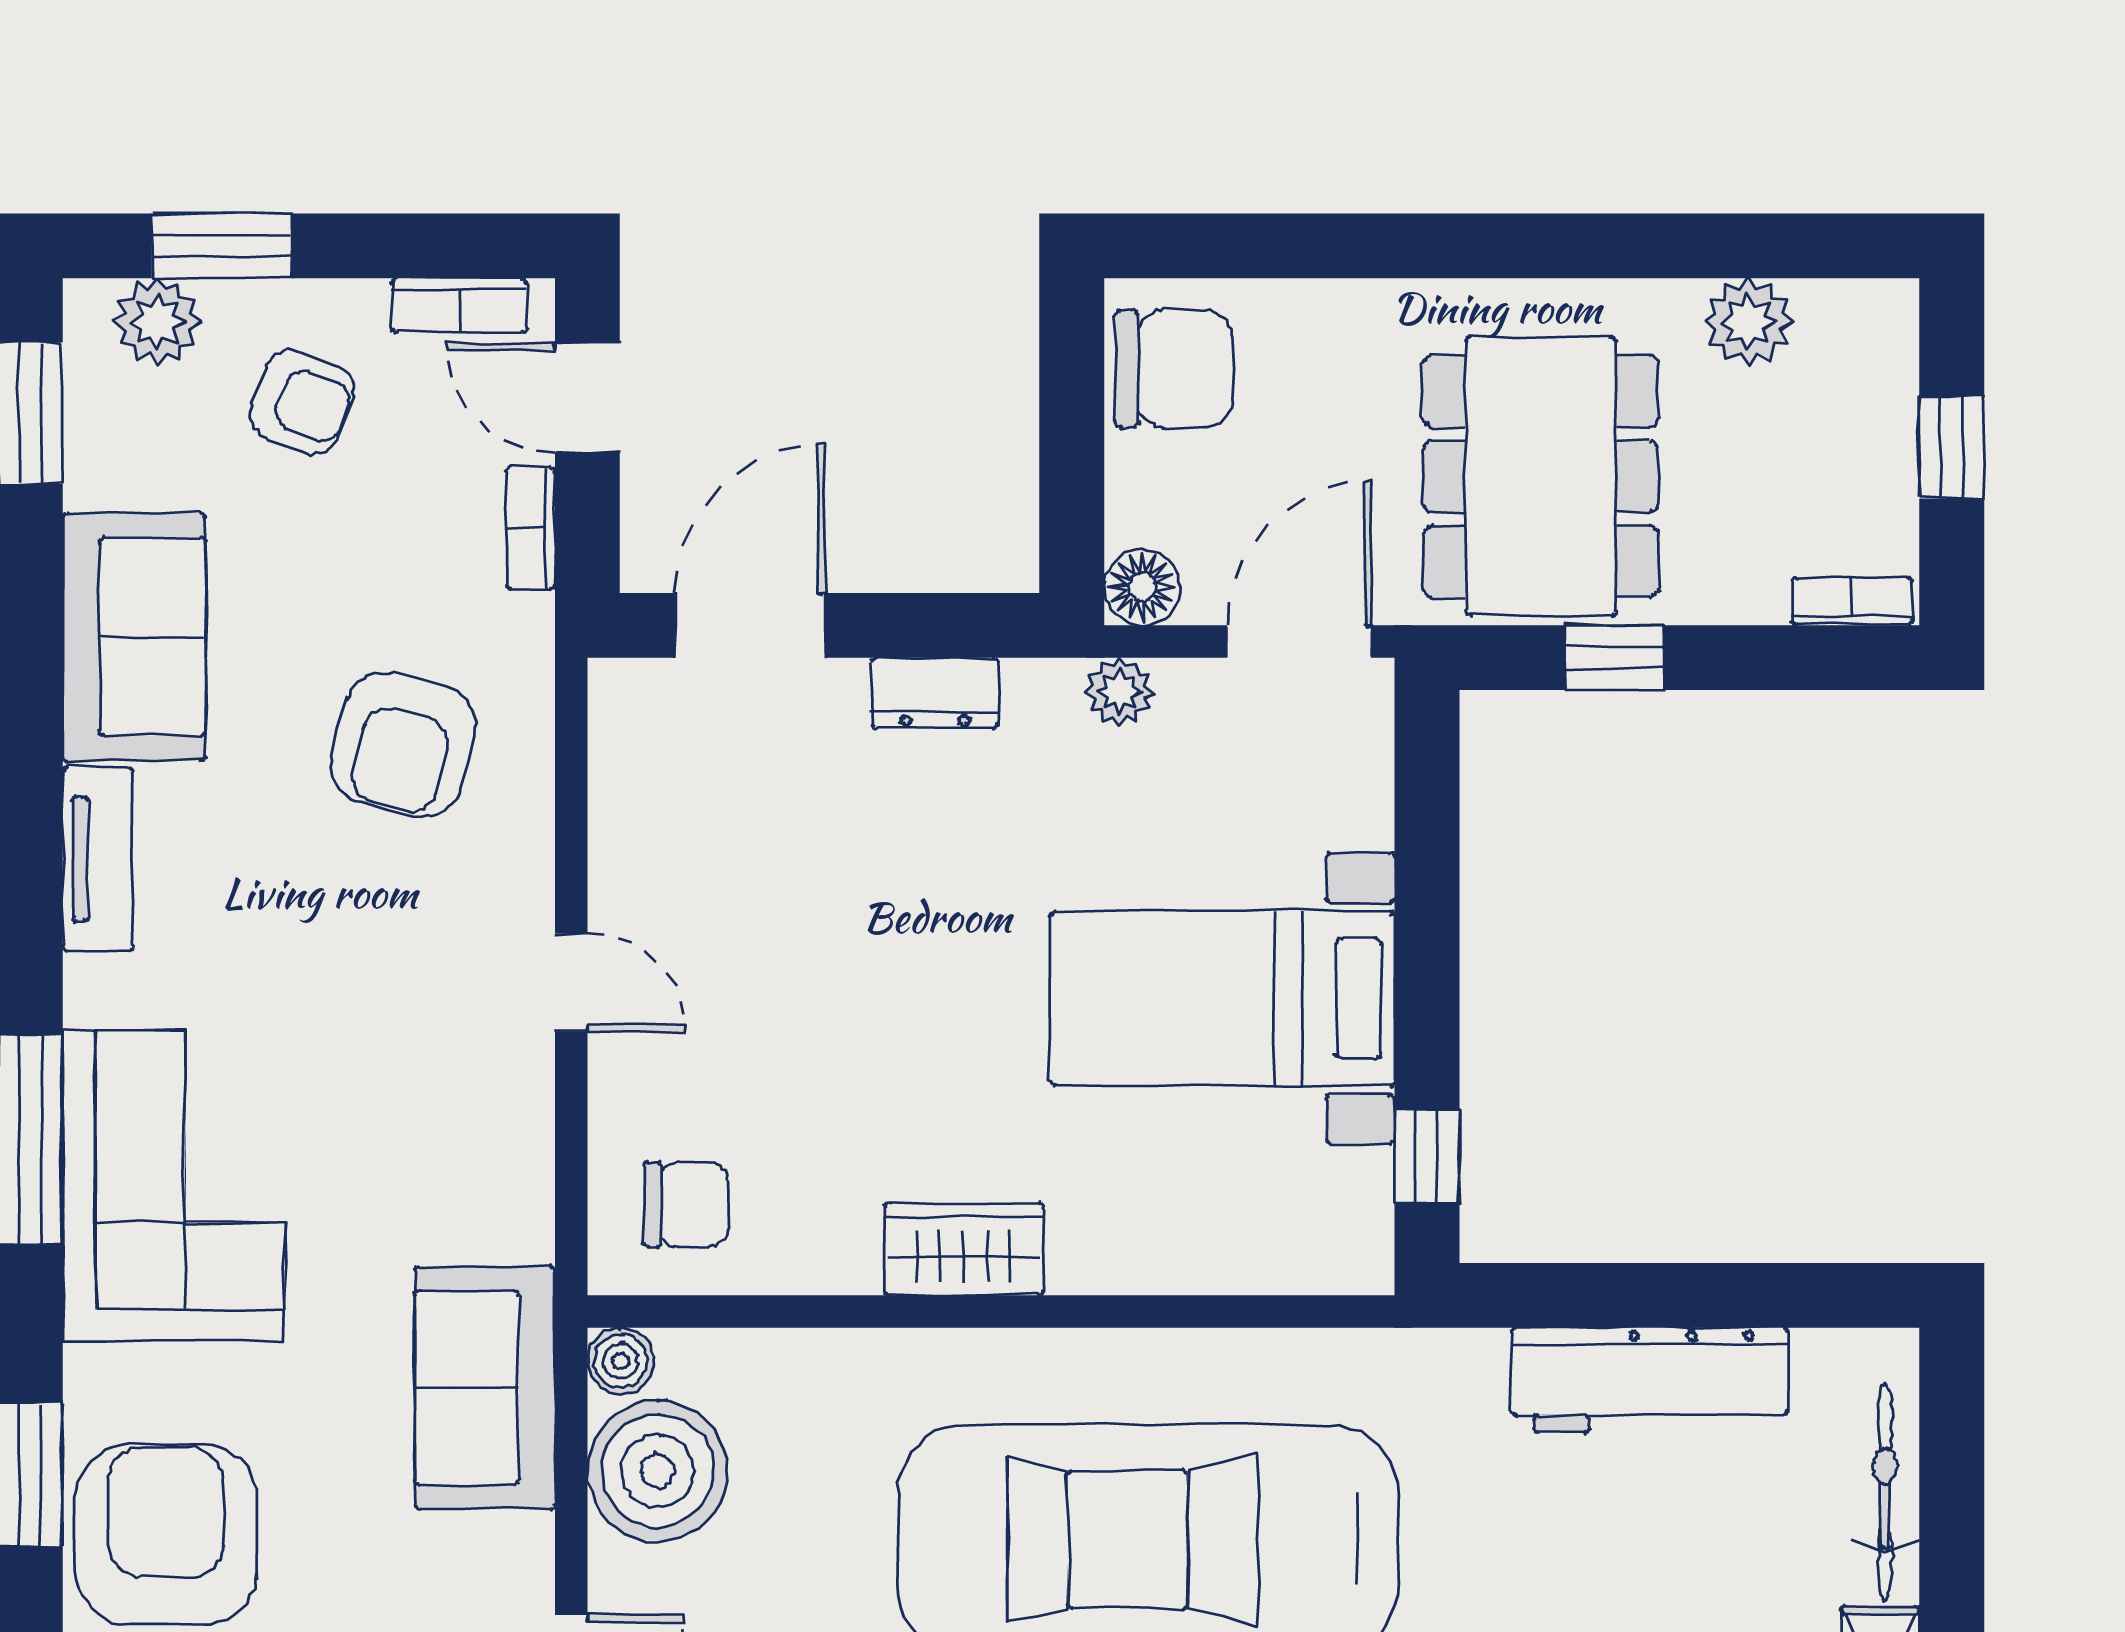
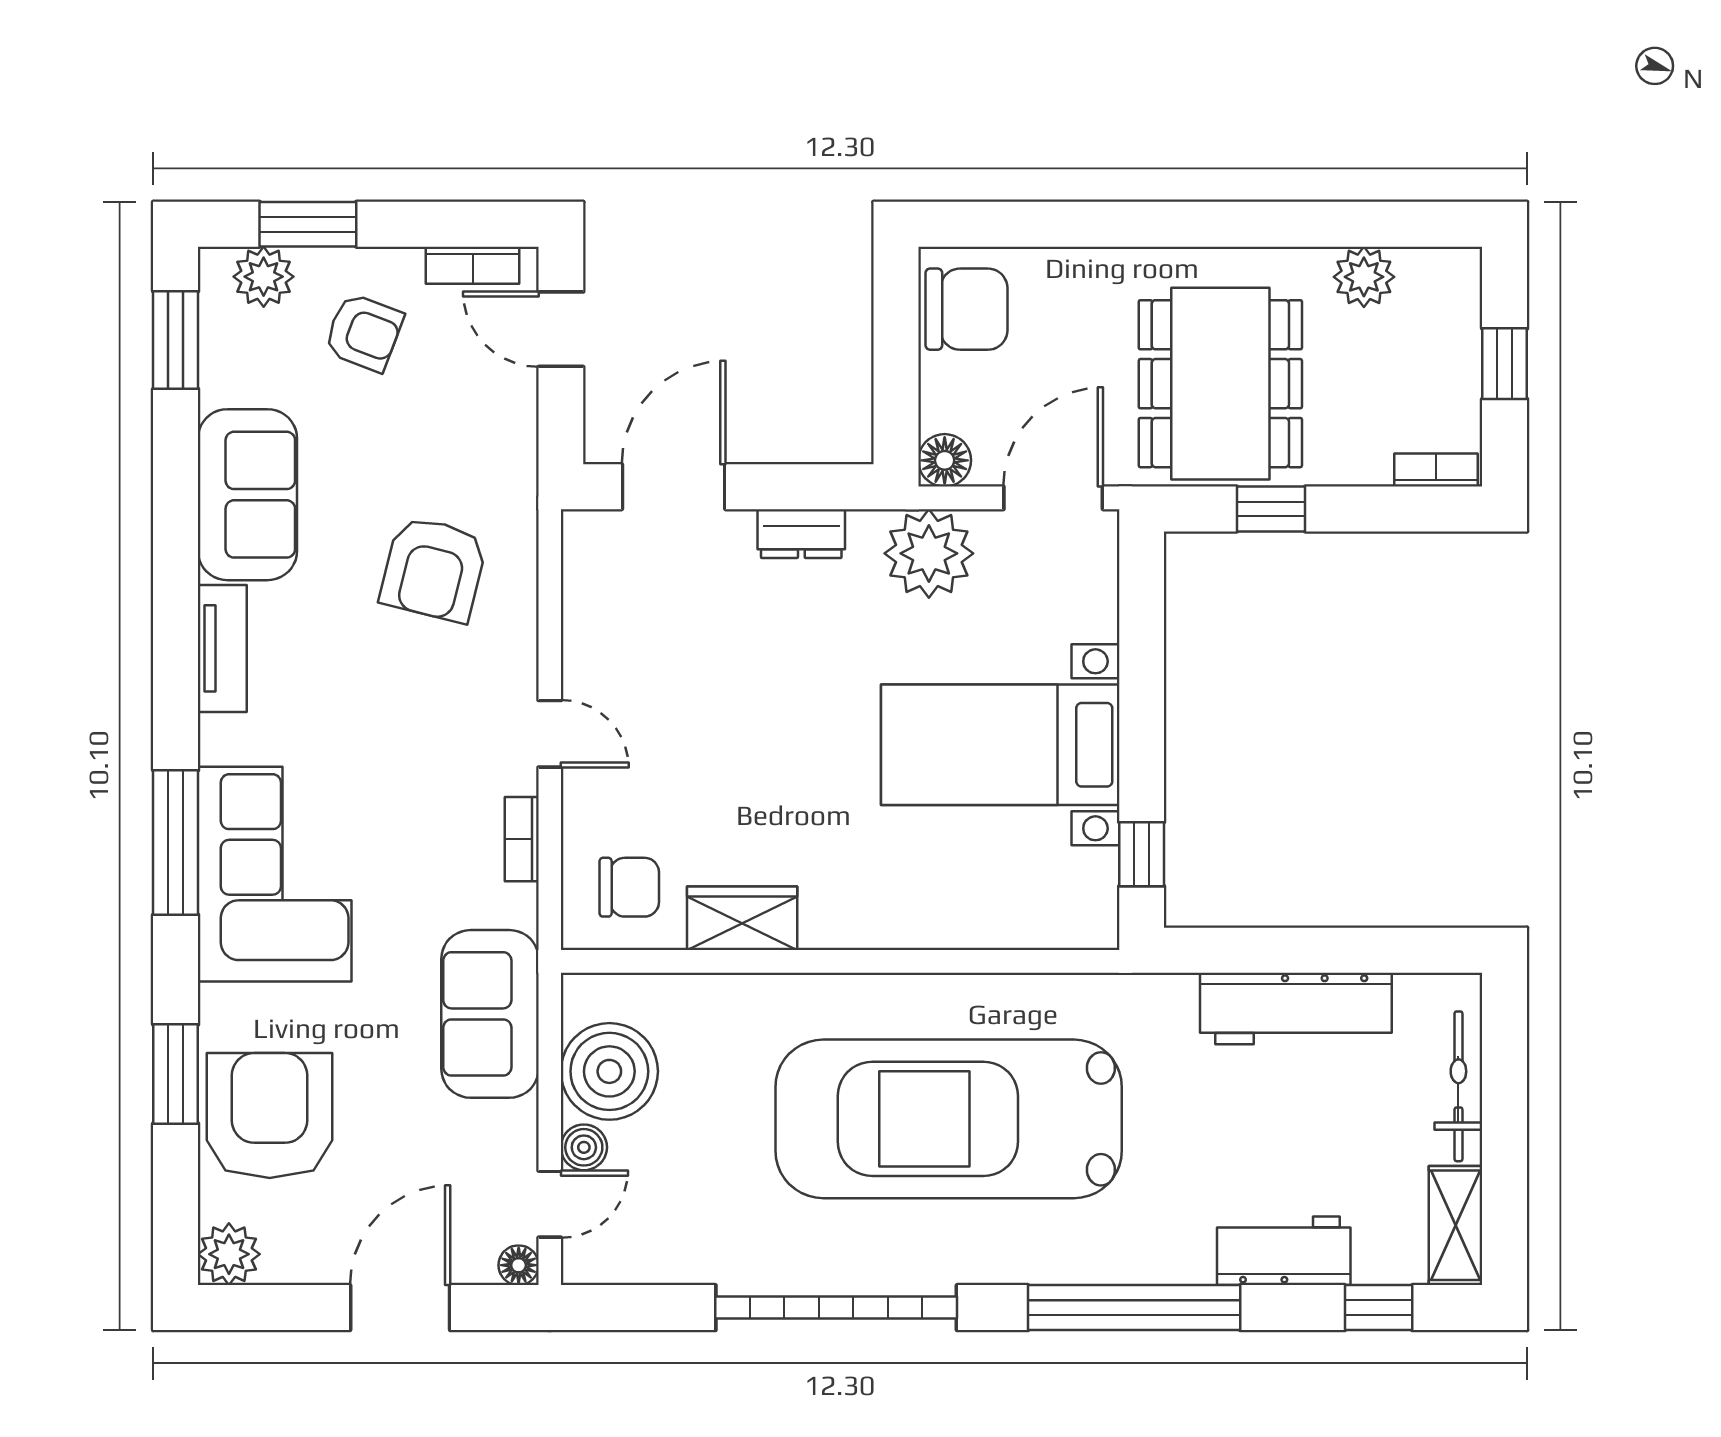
bookcase: (531, 528) -> (522, 839), moved
plant: (1119, 692) -> (929, 553), width x1.88, depth x1.88
wardrobe: (964, 1249) -> (742, 918), moved
boiler: (621, 1361) -> (584, 1147), moved

